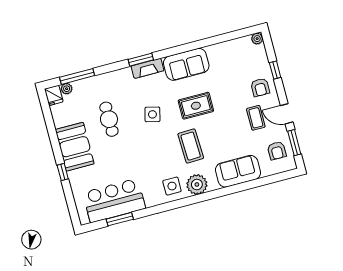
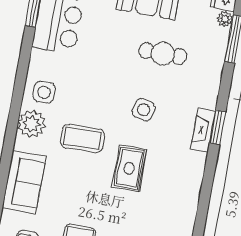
sofa: (186, 64) -> (186, 180), removed

